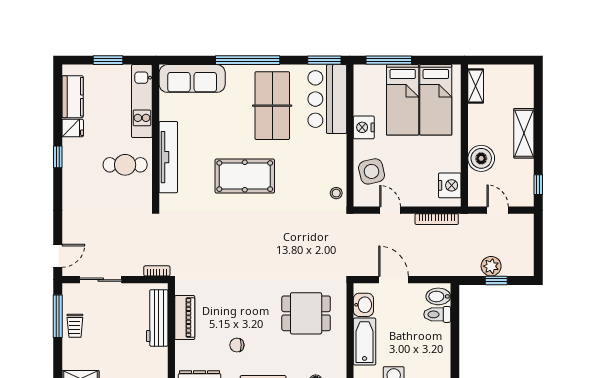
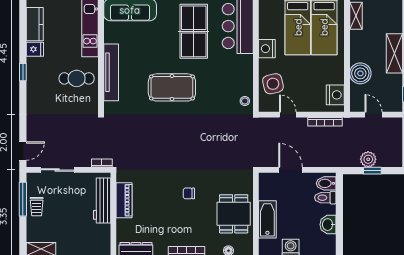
washbasin: (363, 305) -> (328, 225), moved, turned 180
dining table: (306, 313) -> (234, 214), moved, turned 90
chair: (237, 345) -> (189, 193), moved

